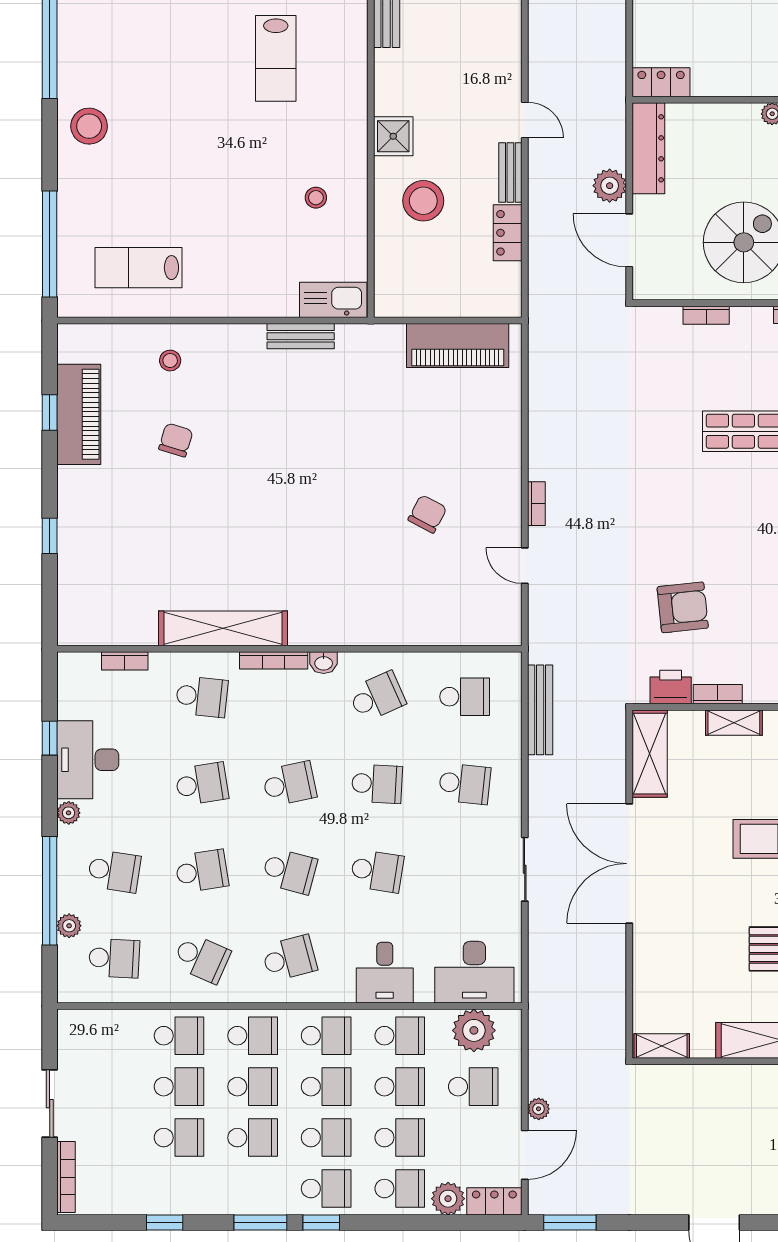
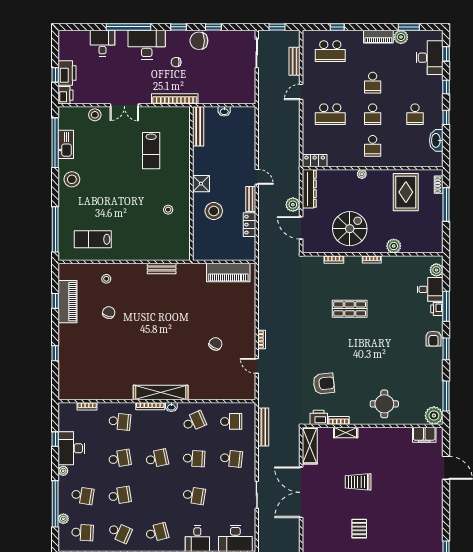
kitchen sink: (333, 300) -> (66, 144), moved, turned 90
shelving: (223, 628) -> (161, 392), moved
school desk: (289, 871) -> (157, 495), removed

